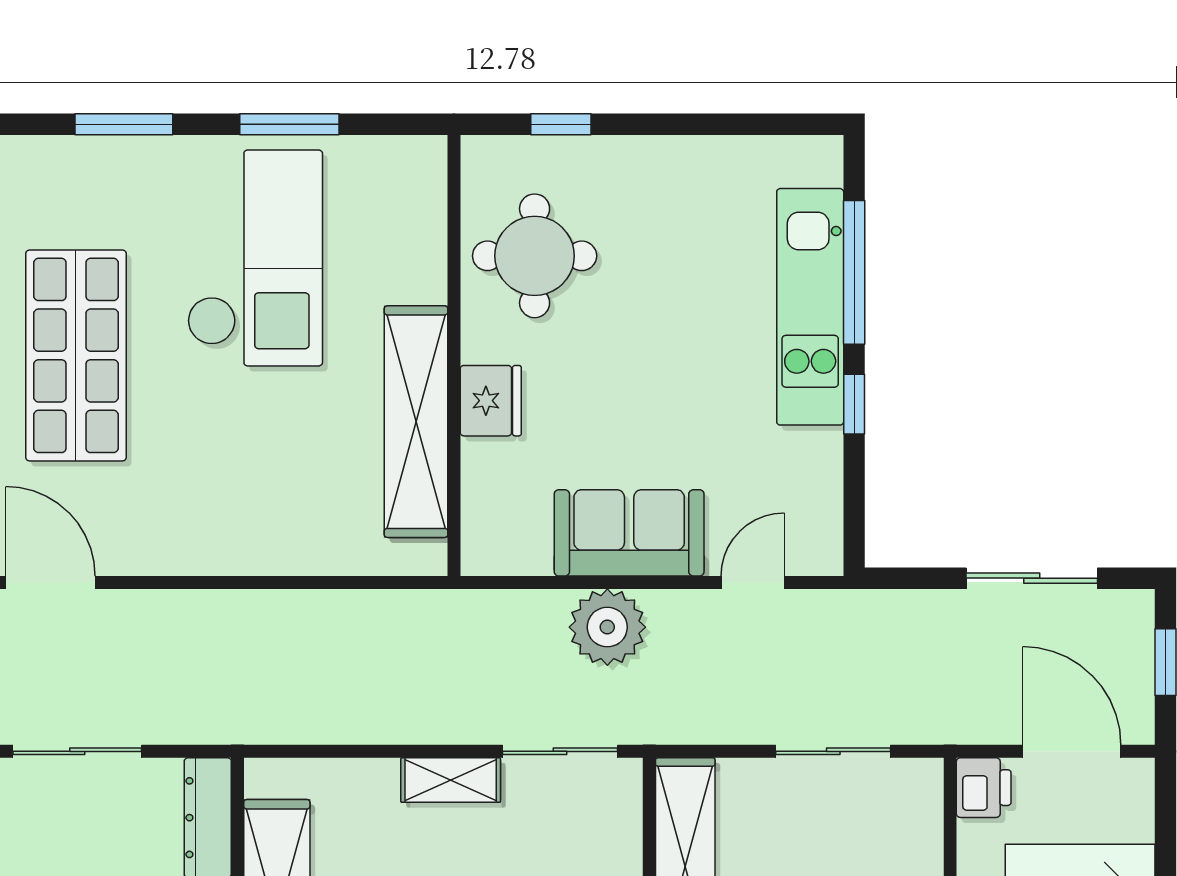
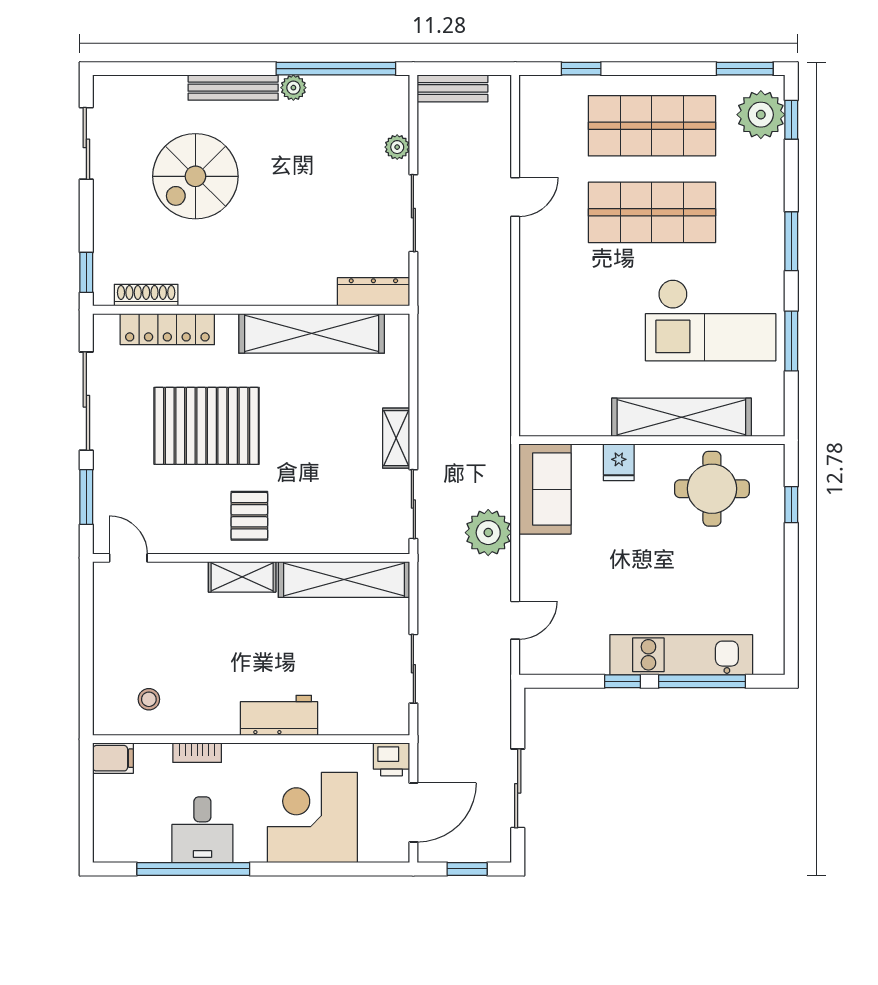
fridge: (491, 401) -> (619, 462), width x0.72
shelving: (416, 422) -> (681, 417), moved
sofa: (629, 533) -> (545, 489), moved
door: (50, 582) -> (515, 197), width x0.73
door: (753, 582) -> (515, 620), hinge flipped

